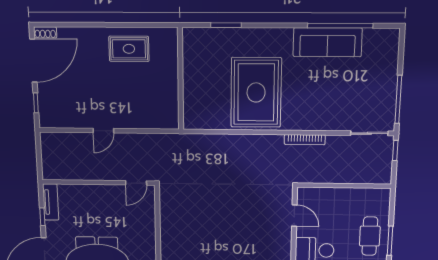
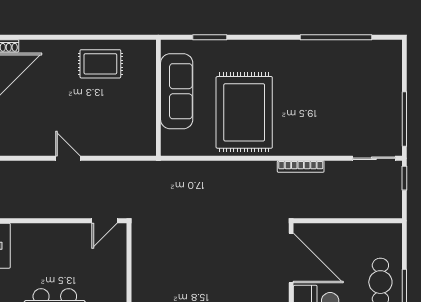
sofa: (327, 42) -> (177, 91), moved, turned -90
door: (103, 131) -> (68, 158), swing flipped
door: (294, 216) -> (291, 258), width x1.88

